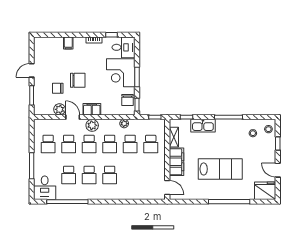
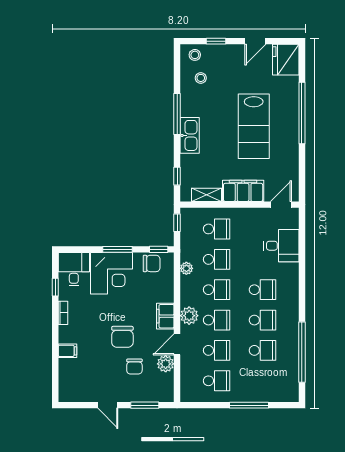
chair: (78, 80) -> (122, 337), turned 180
kitchen sink: (203, 126) -> (190, 135), moved
lab bench: (220, 169) -> (254, 126), turned 180
desk: (45, 188) -> (281, 246), moved

